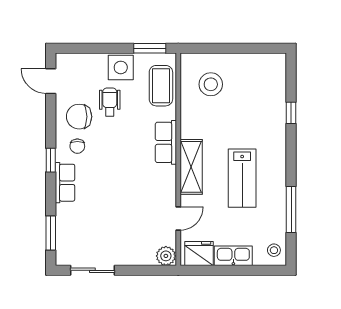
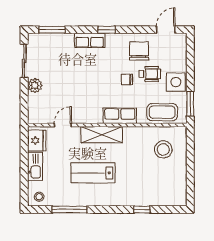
chair: (77, 146) -> (127, 79), moved
door: (178, 219) -> (63, 125), swing flipped
plant: (166, 256) -> (35, 85), moved

